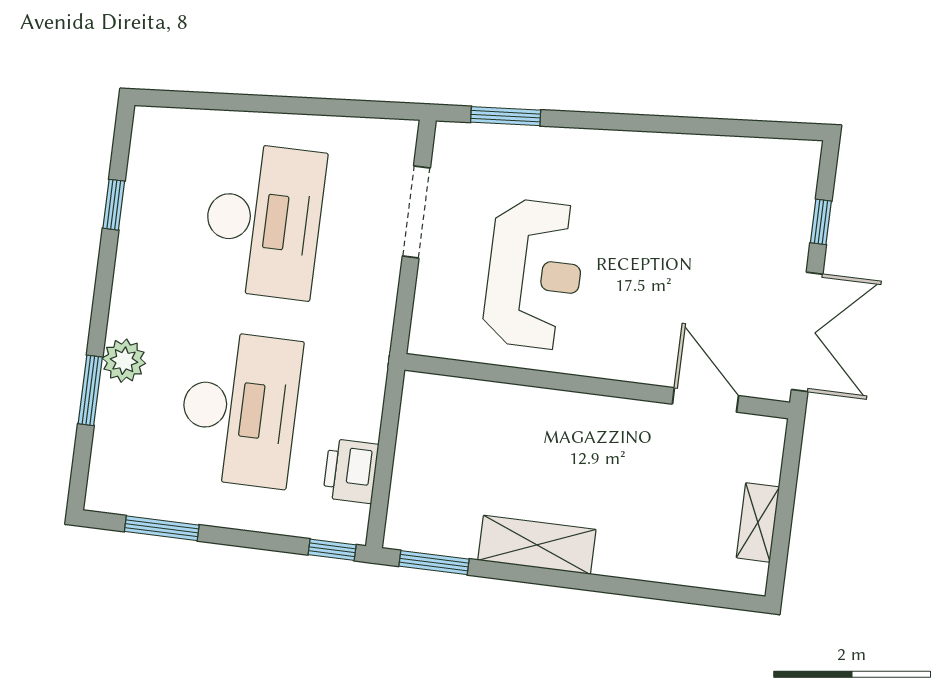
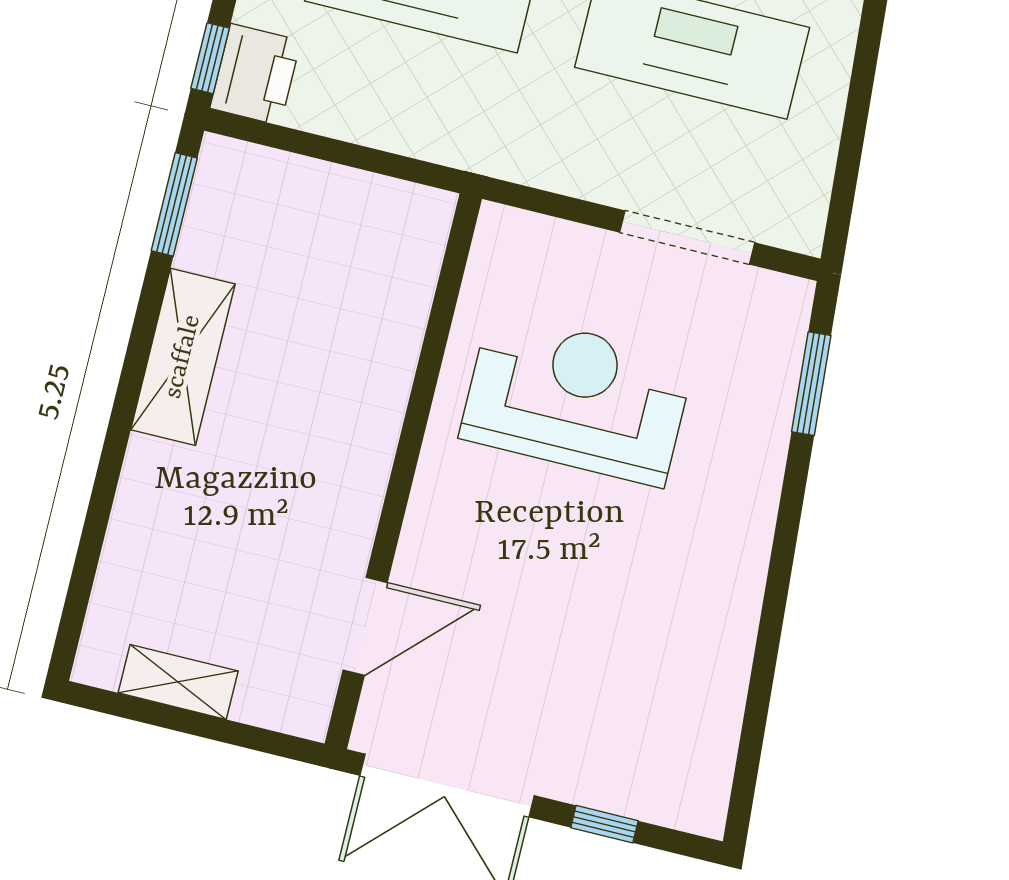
reception desk: (534, 274) -> (577, 399), turned 180
printer: (351, 471) -> (255, 74), moved, turned 90

